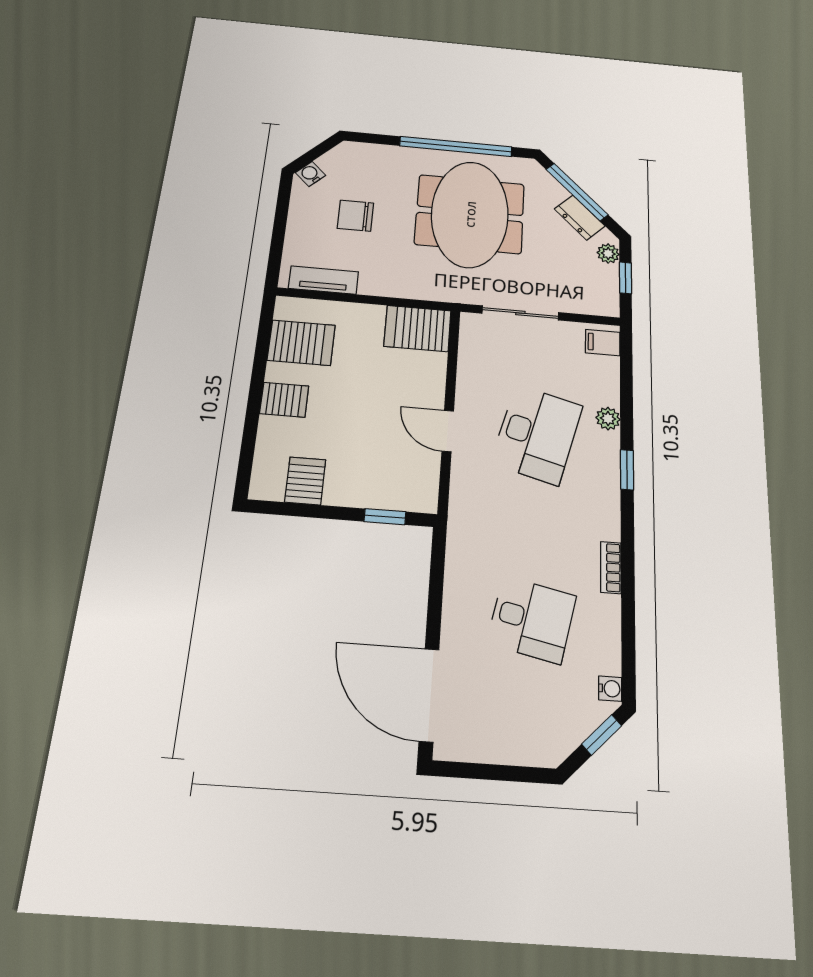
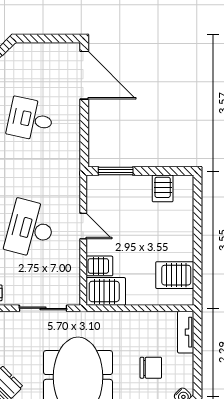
tv unit: (324, 280) -> (186, 332), moved, turned 90
server rack: (284, 400) -> (99, 266), moved, turned 180
window: (385, 517) -> (116, 171), width x1.50

